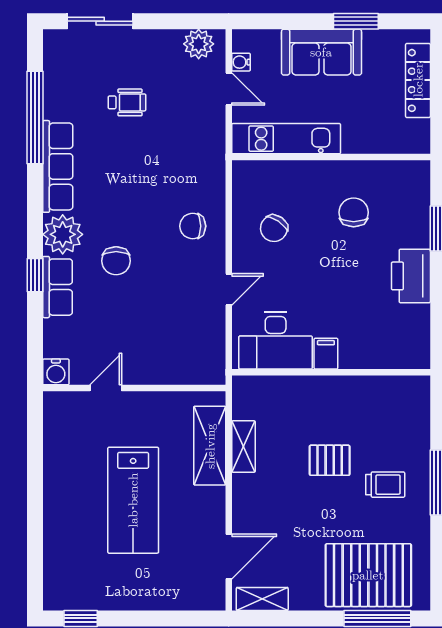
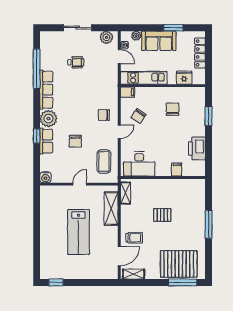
sliding door: (100, 21) -> (78, 28), moved
plant: (269, 40) -> (136, 36), added
fridge: (381, 138) -> (184, 78), added
filing cabinet: (248, 172) -> (128, 92), added
chair: (116, 261) -> (75, 141), moved
printer: (411, 276) -> (197, 148), moved
door: (229, 289) -> (119, 132), moved
coffee table: (193, 335) -> (104, 162), added
filing cabinet: (326, 354) -> (177, 169), moved
door: (106, 388) -> (80, 184), moved
shelving: (243, 446) -> (126, 193), moved
trolley: (385, 485) -> (134, 238), moved

